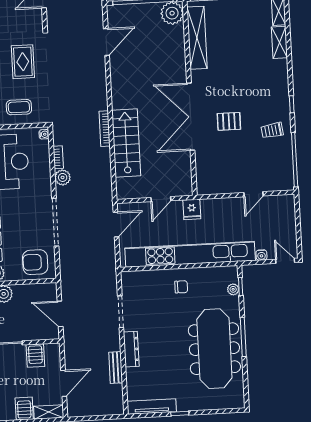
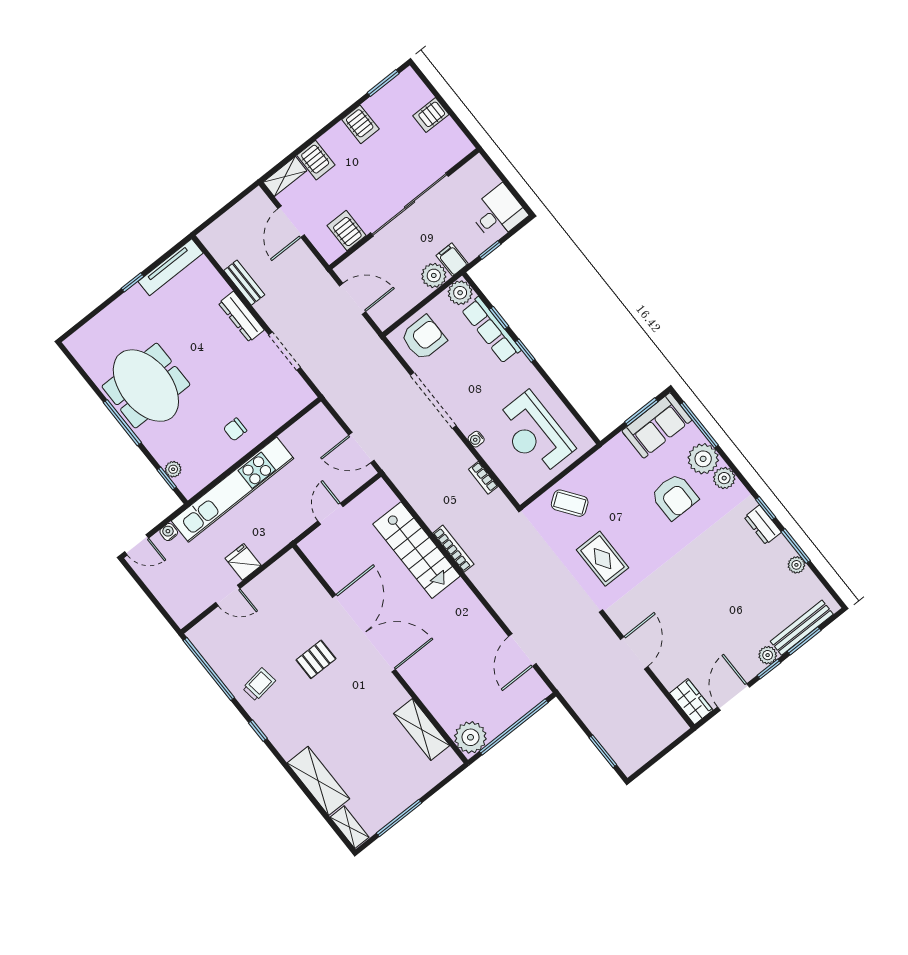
shelving: (197, 38) -> (422, 729), width x0.68
shelving: (279, 42) -> (318, 781), width x1.50, depth x1.33
coffee table: (19, 107) -> (570, 503), turned 54
water cooler: (44, 134) -> (476, 439), moved
plant: (63, 177) -> (462, 458), removed
door: (254, 194) -> (228, 596), swing flipped
fridge: (192, 209) -> (243, 562), moved
door: (116, 224) -> (361, 448), hinge flipped
kitchen unit: (190, 254) -> (233, 490), width x0.73
meeting table: (214, 349) -> (146, 386), width x0.73

